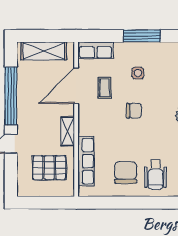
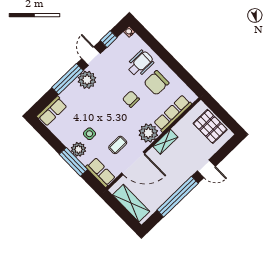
window: (142, 36) -> (73, 162), moved
plant: (134, 51) -> (78, 149), added
chair: (134, 111) -> (131, 99), moved
plant: (89, 124) -> (148, 133), added
pallet: (49, 168) -> (210, 126), moved

